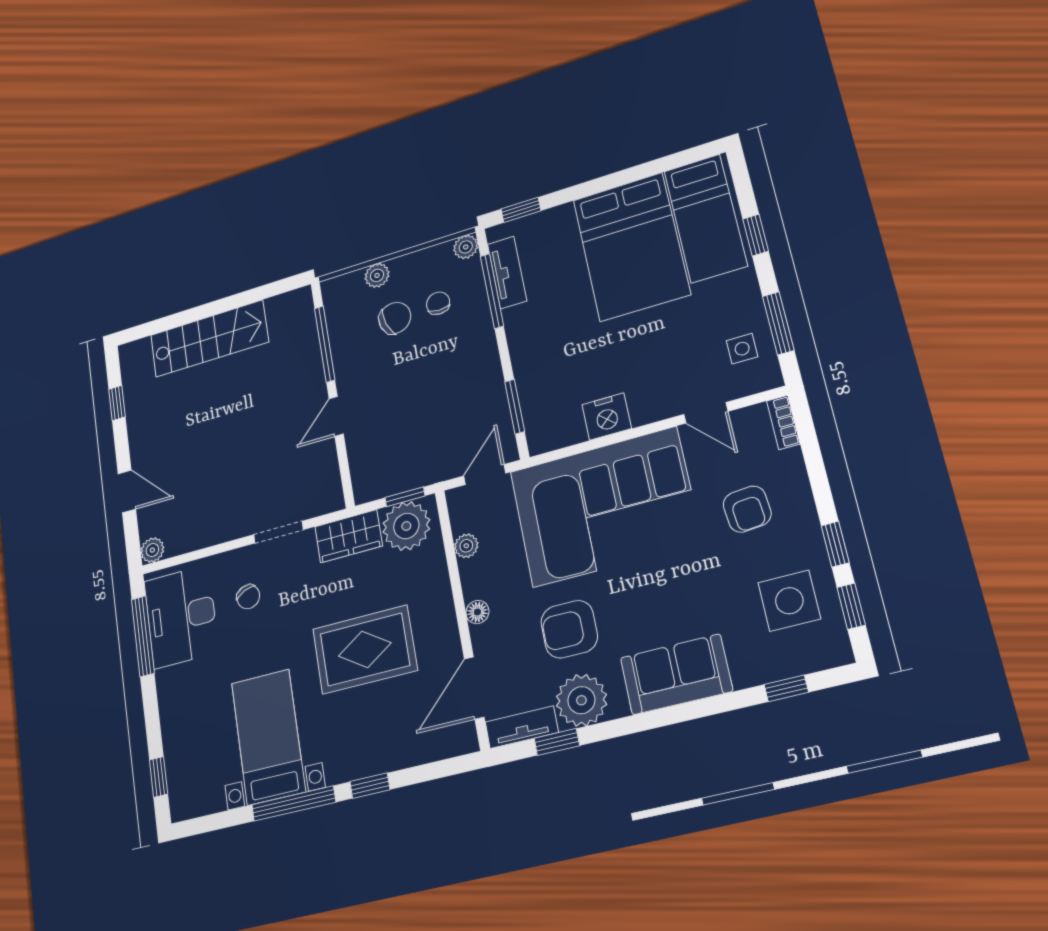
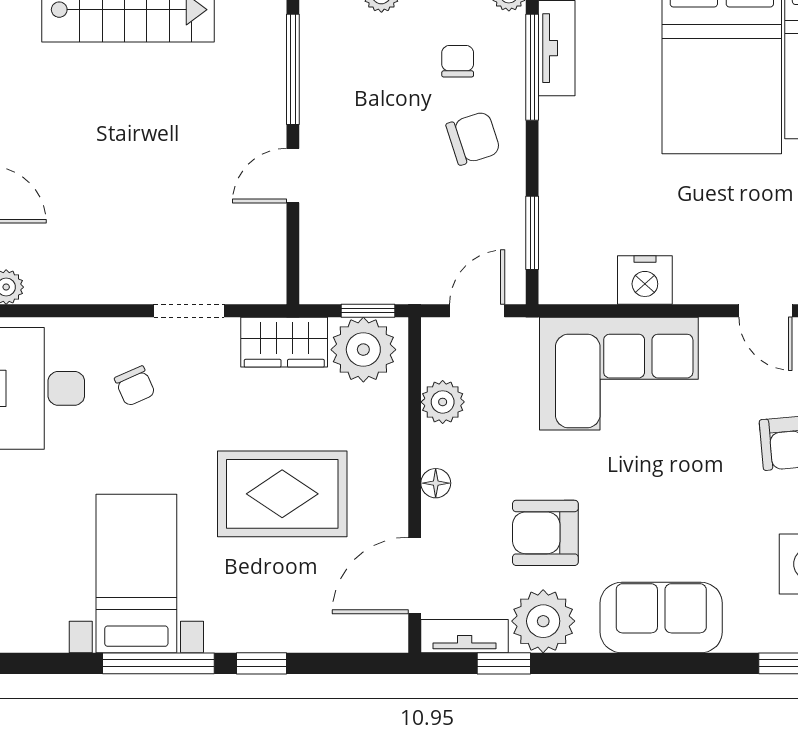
chair: (395, 318) -> (473, 138), moved
corner sofa: (605, 507) -> (619, 374), width x0.73, depth x0.74
plant: (466, 546) -> (443, 402), width x1.38, depth x1.38

